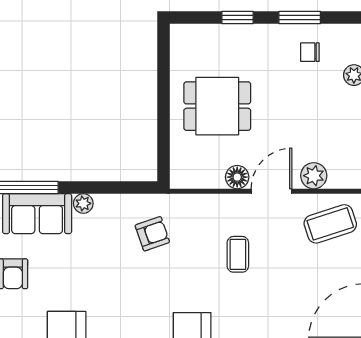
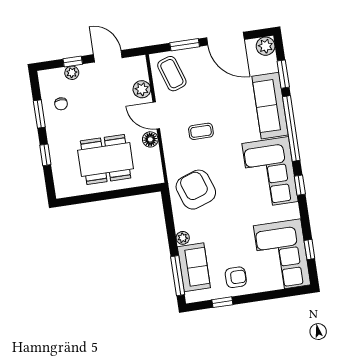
dining table: (217, 106) -> (106, 159), width x1.37
armchair: (152, 234) -> (196, 190), width x1.88, depth x1.88

